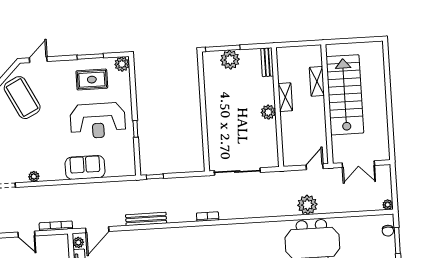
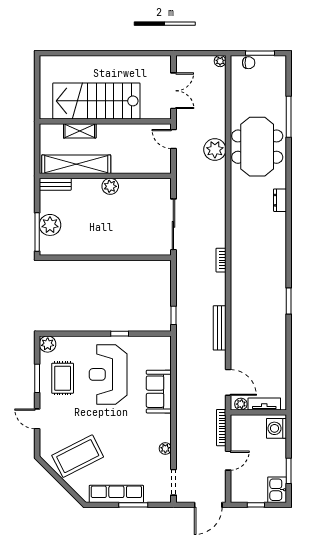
door: (38, 60) -> (37, 419), moved
shelving: (285, 97) -> (76, 164), width x2.20, depth x1.33
reception desk: (98, 121) -> (108, 374), turned 180

